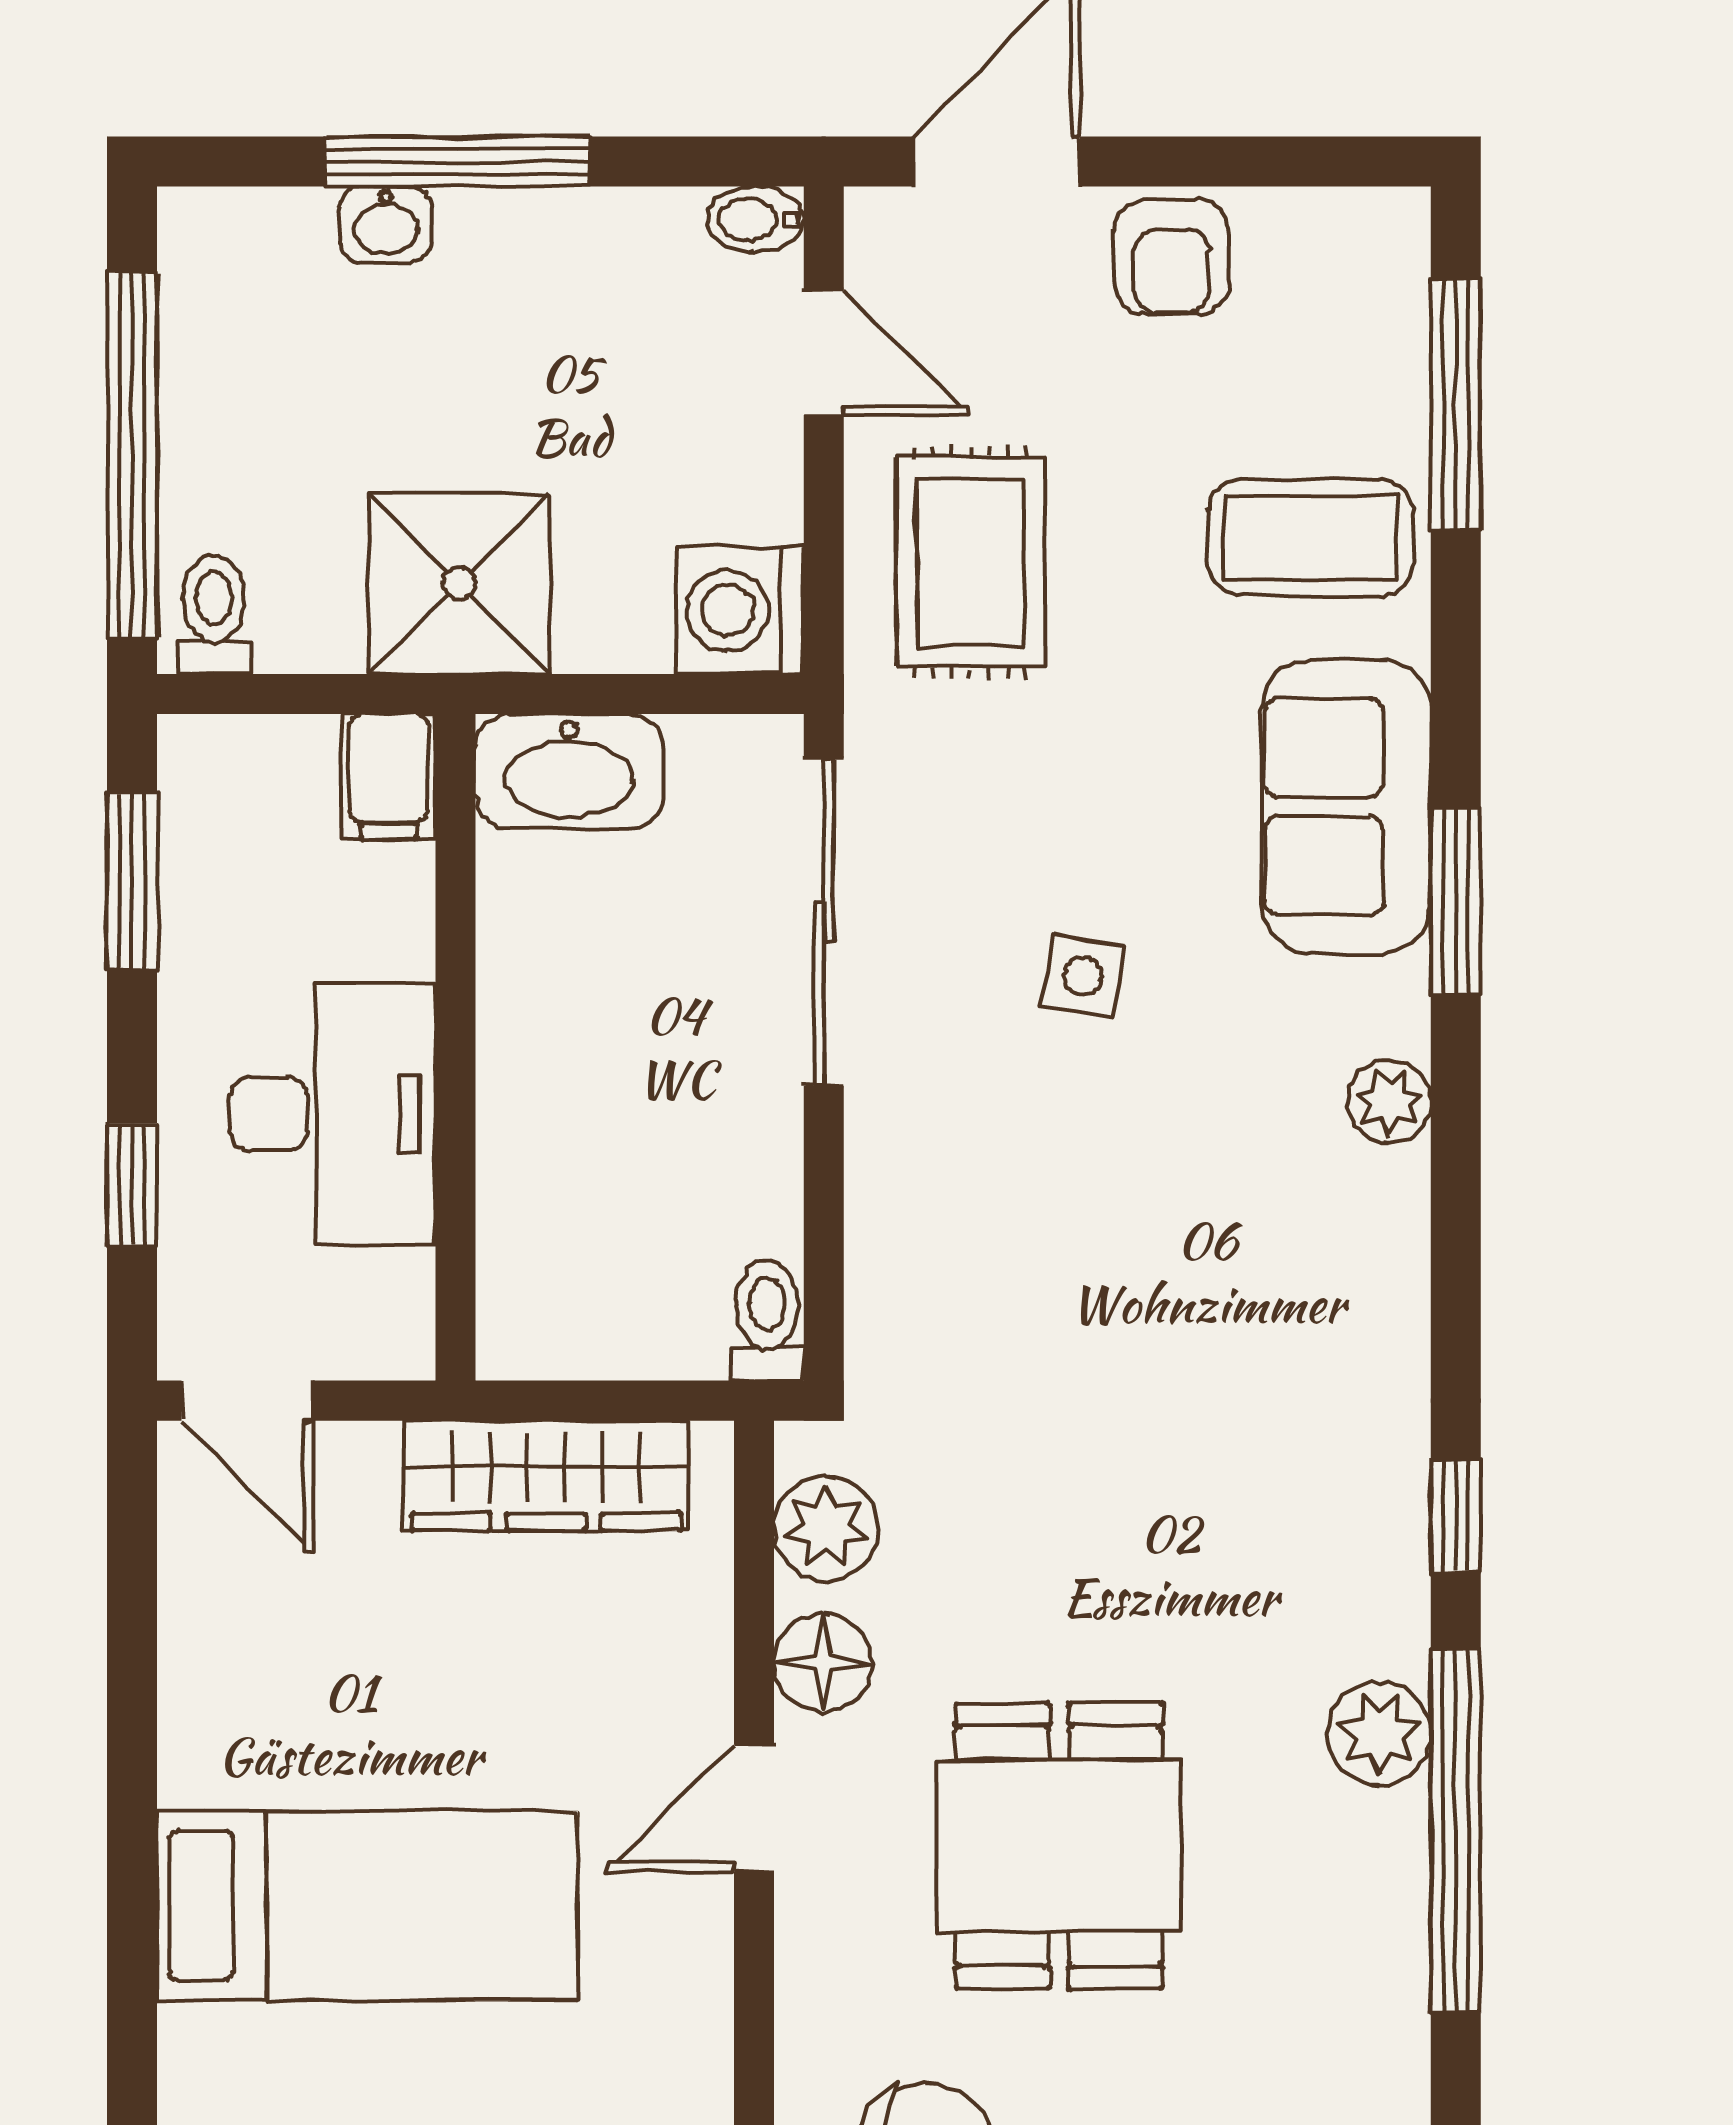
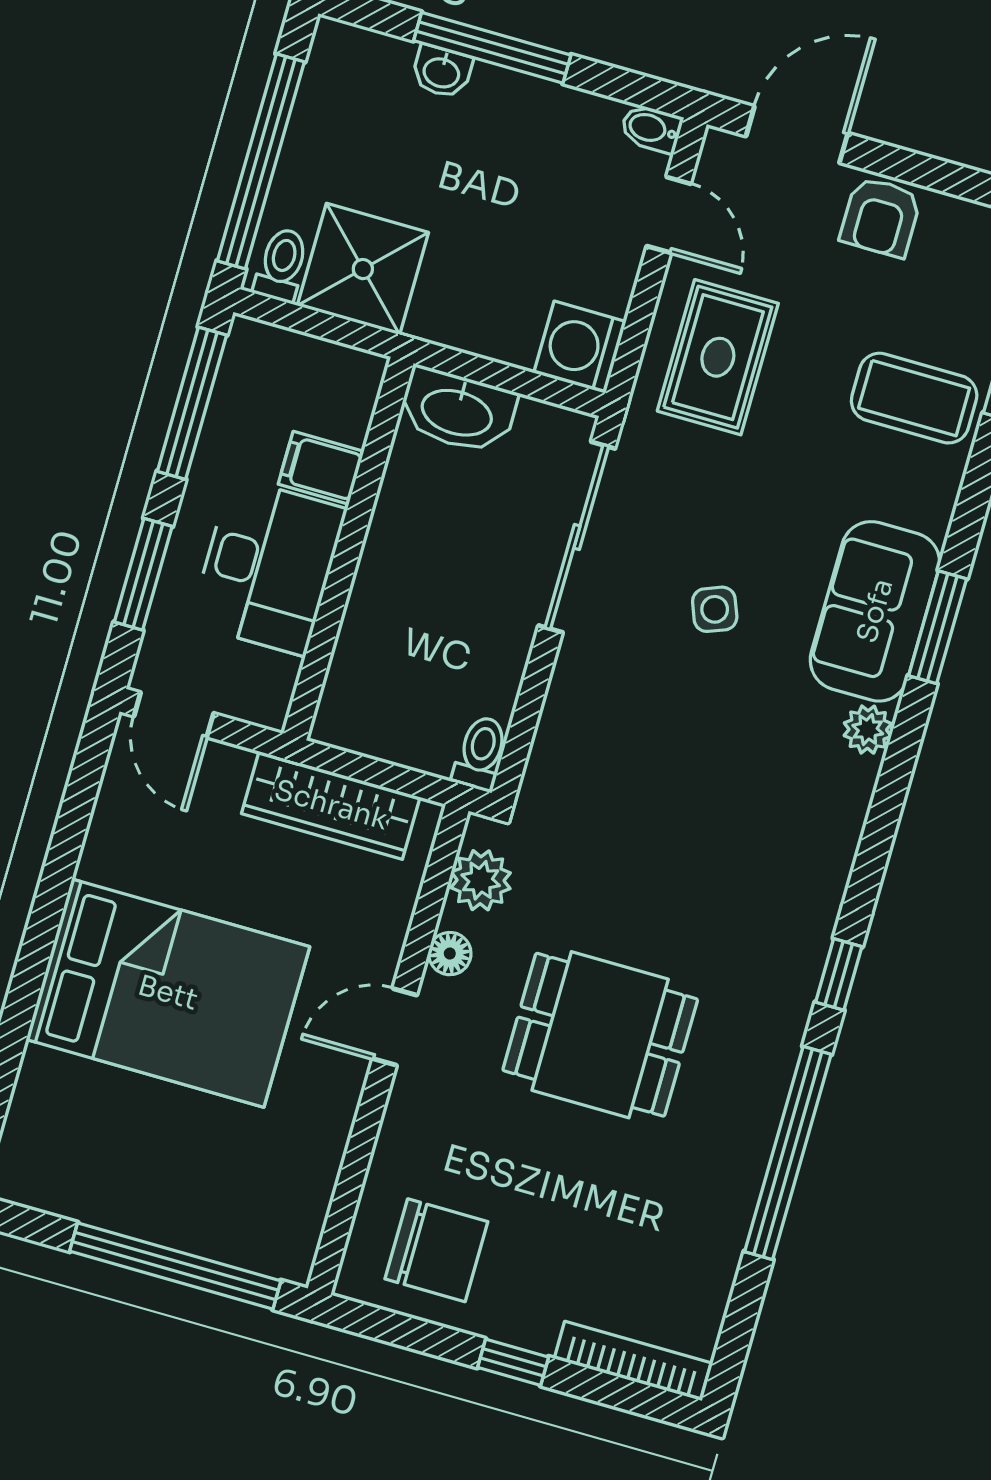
shower: (459, 584) -> (363, 269), moved
filing cabinet: (389, 776) -> (321, 468), moved, turned 90
sofa: (1346, 807) -> (875, 611), moved
window: (132, 882) -> (192, 403), width x1.44
side table: (1083, 976) -> (715, 609), turned -30
window: (132, 1185) -> (143, 574), width x1.50
floor lamp: (823, 1663) -> (450, 954), width x0.73, depth x0.73
plant: (1379, 1733) -> (760, 1085), removed
dining table: (1059, 1846) -> (600, 1035), moved, turned 90
bed: (367, 1906) -> (168, 993), width x1.50

